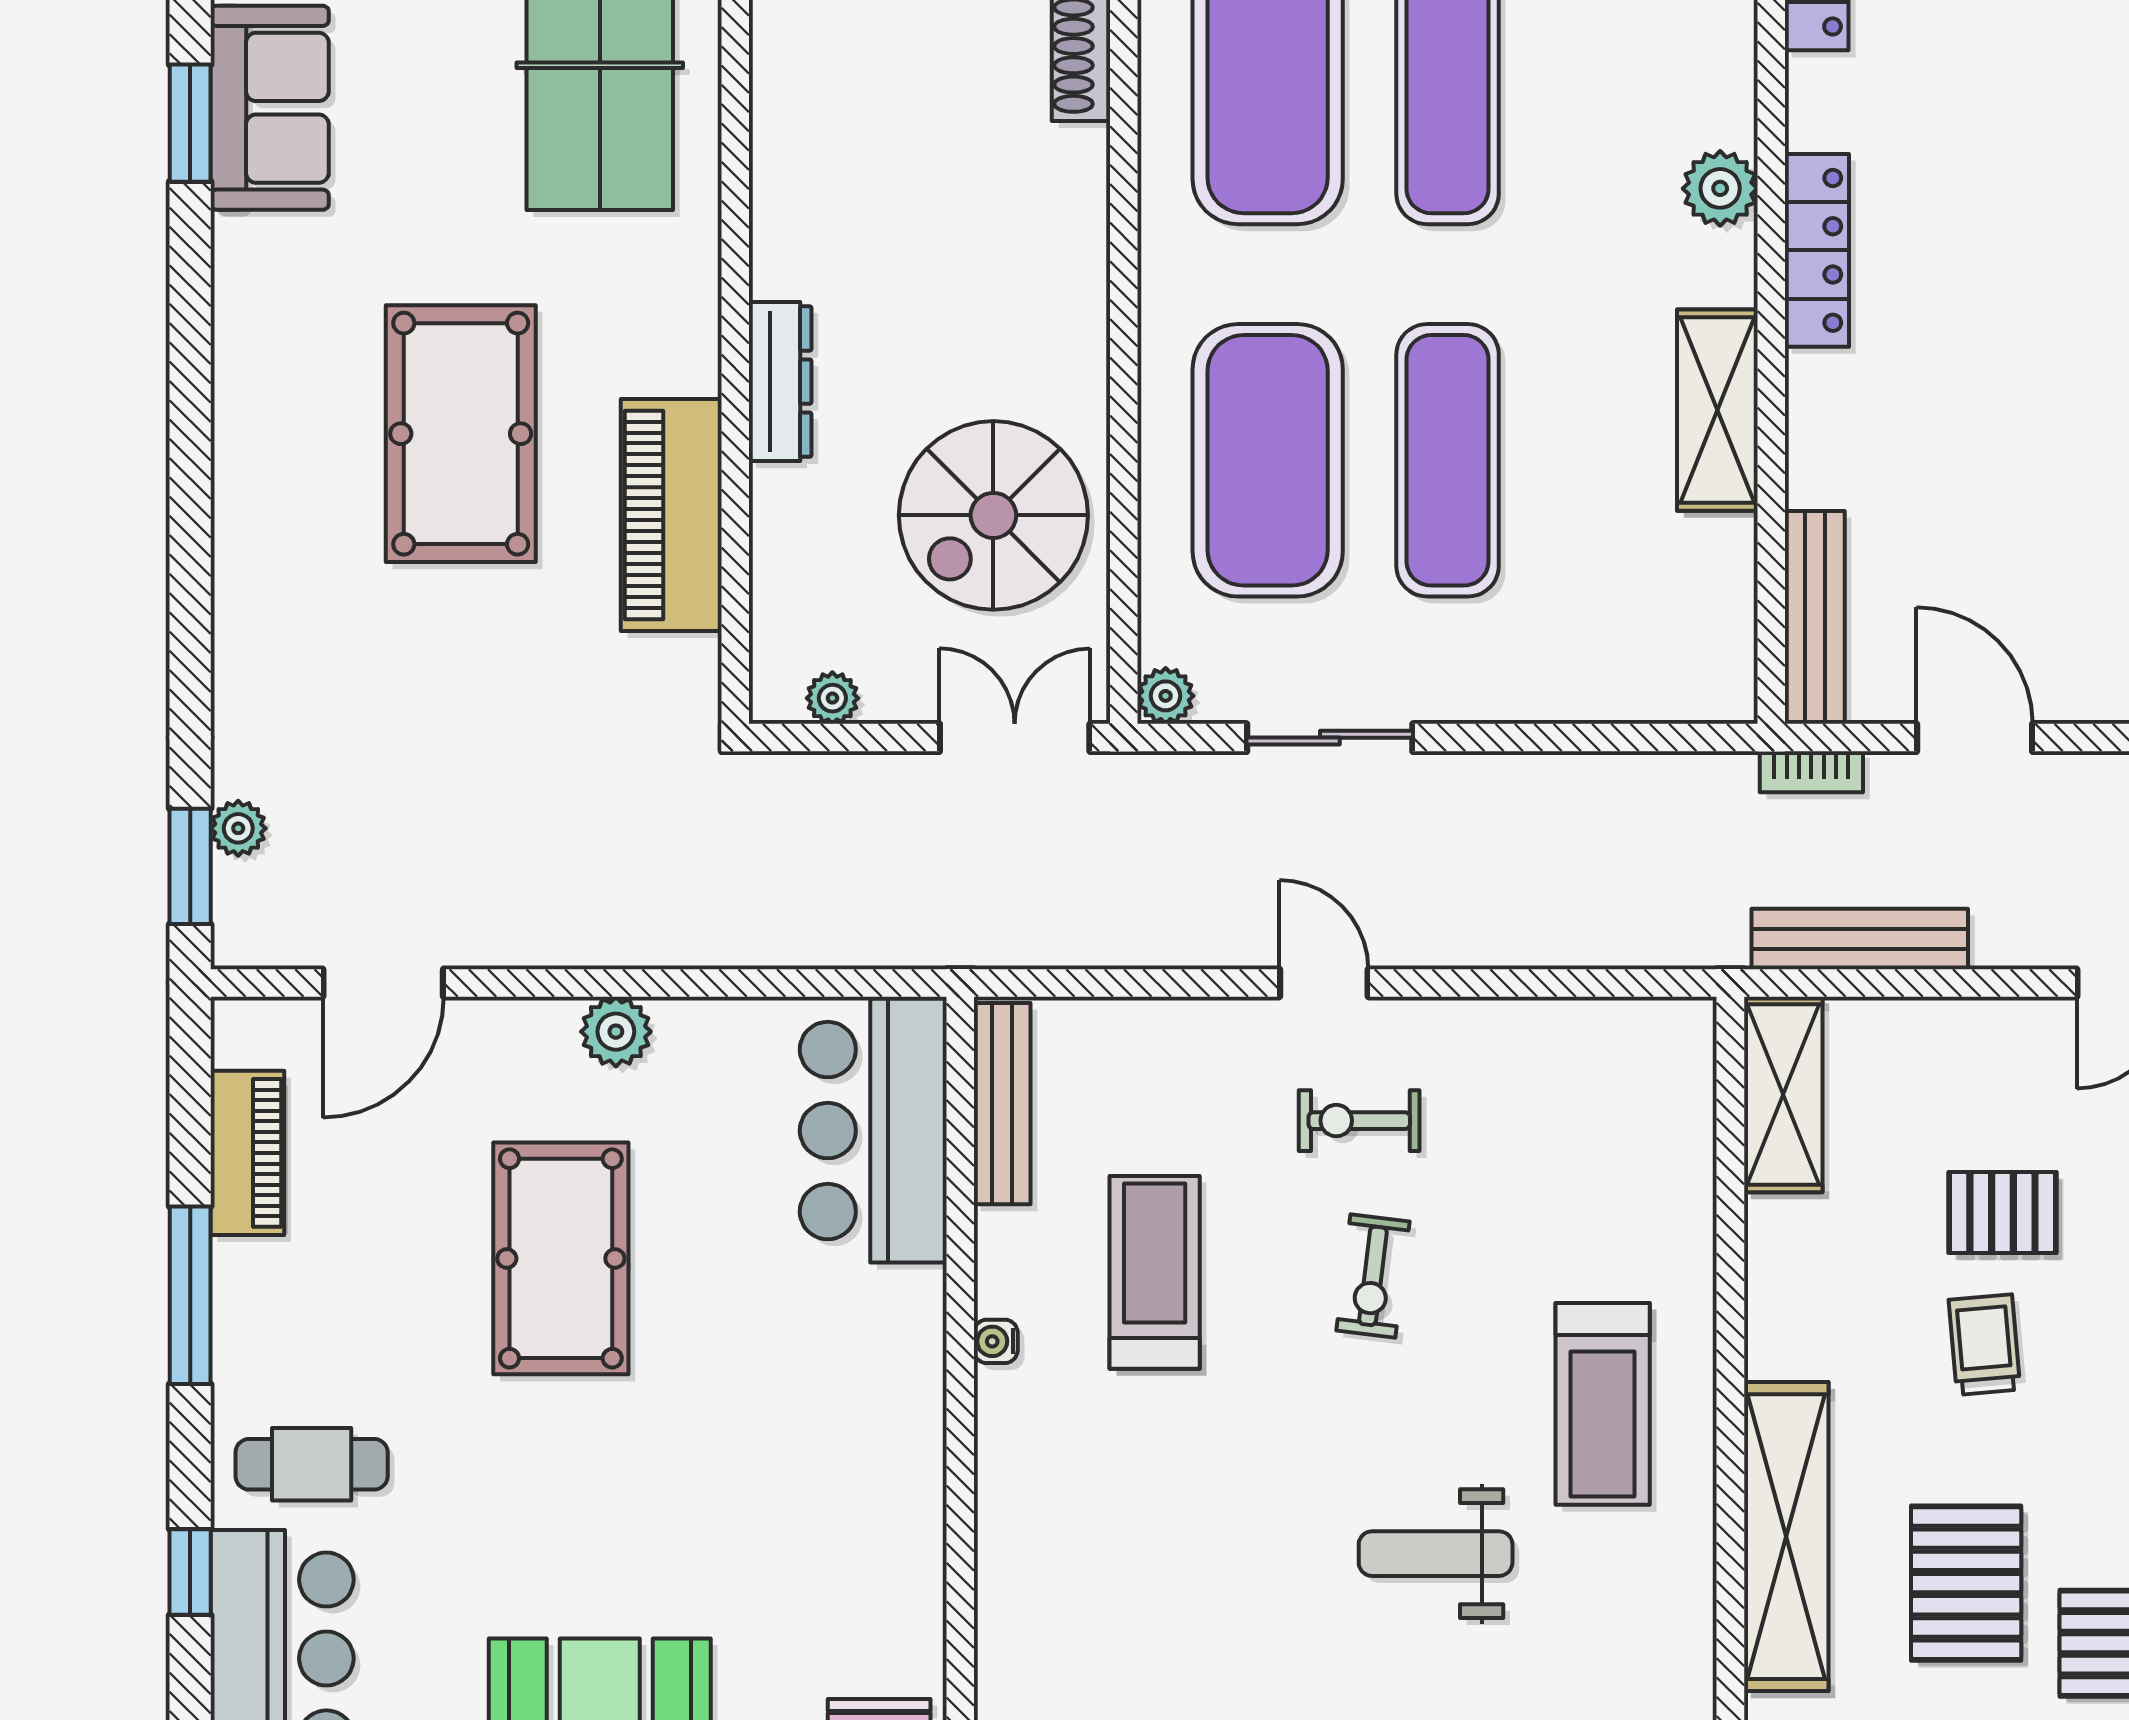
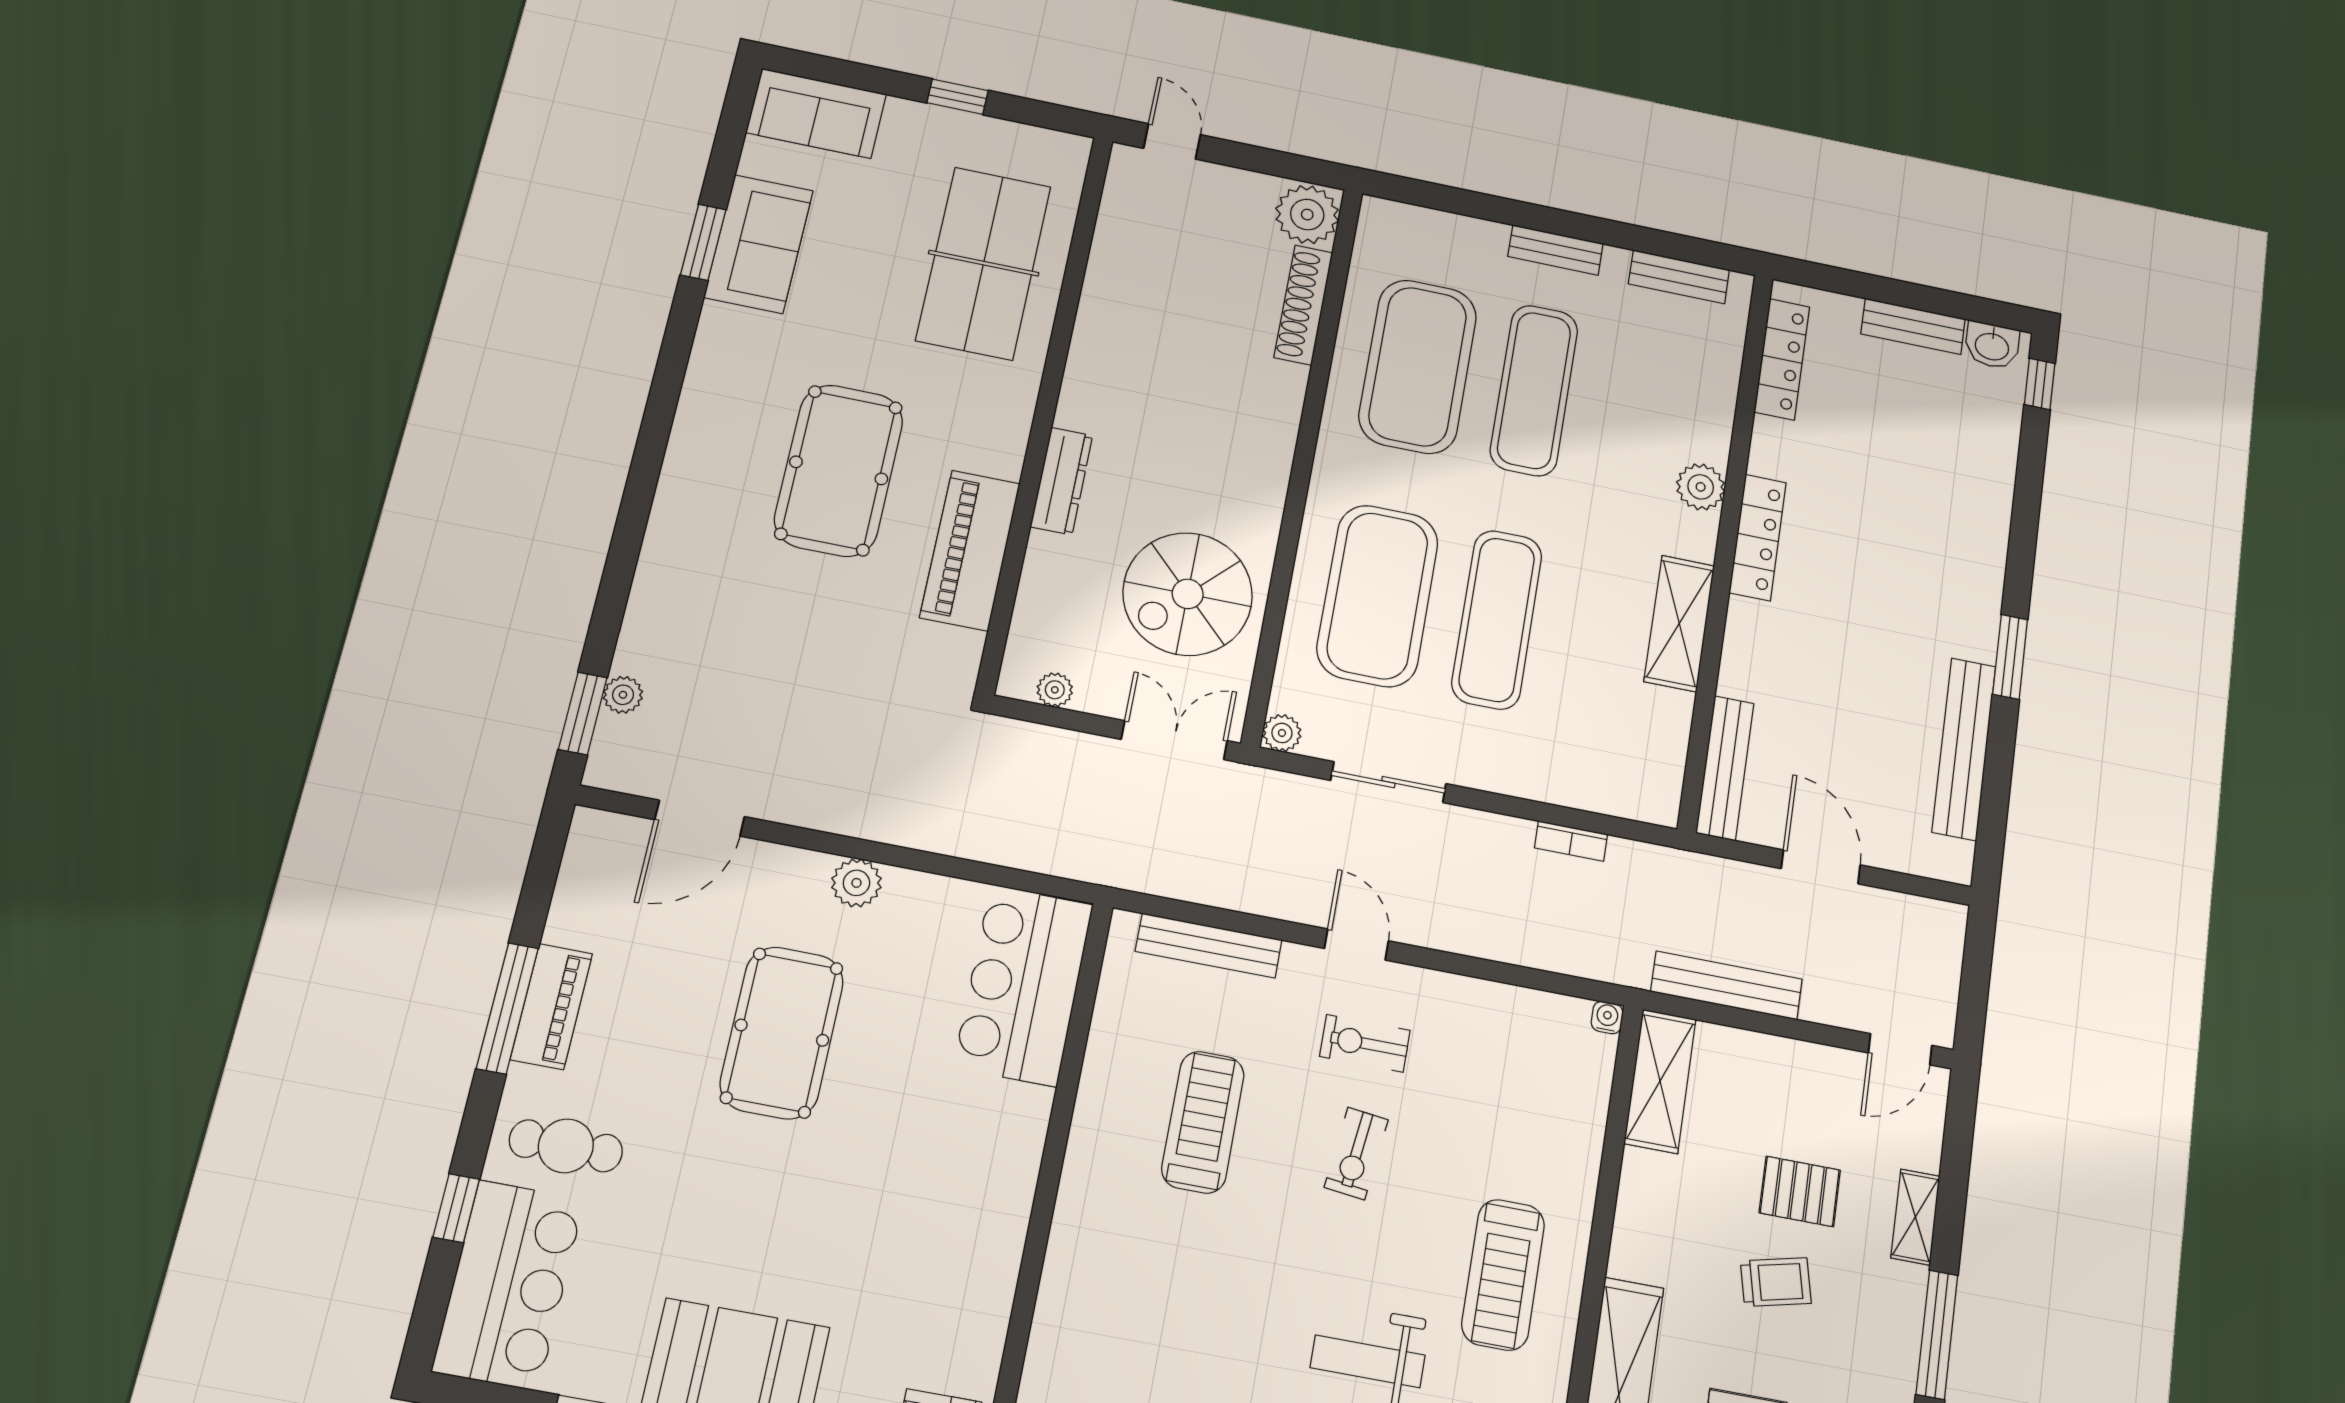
bookcase: (1811, 772) -> (1571, 841), moved
bench: (1002, 1104) -> (1209, 946), moved, turned 90
piano: (247, 1153) -> (551, 1007), moved
water cooler: (996, 1341) -> (1607, 1018), moved, turned 90
trolley: (1984, 1345) -> (1776, 1282), turned 82

